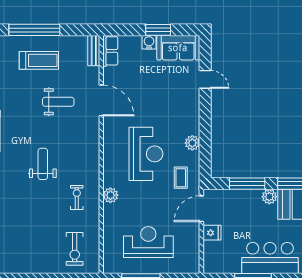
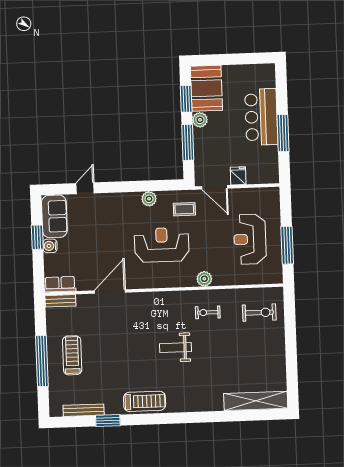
weight bench: (58, 102) -> (113, 334), removed

